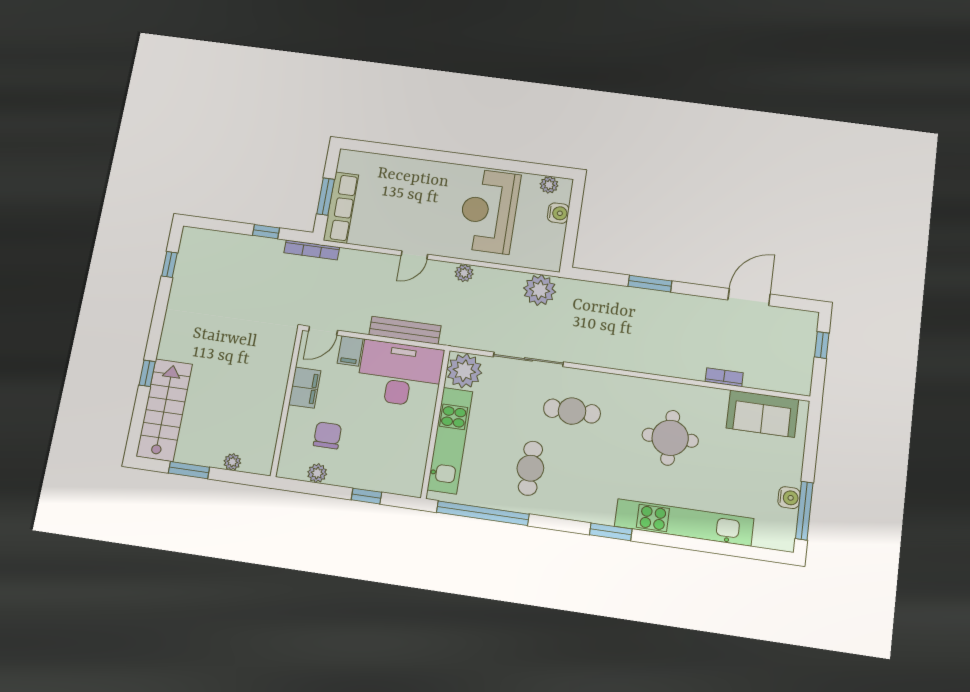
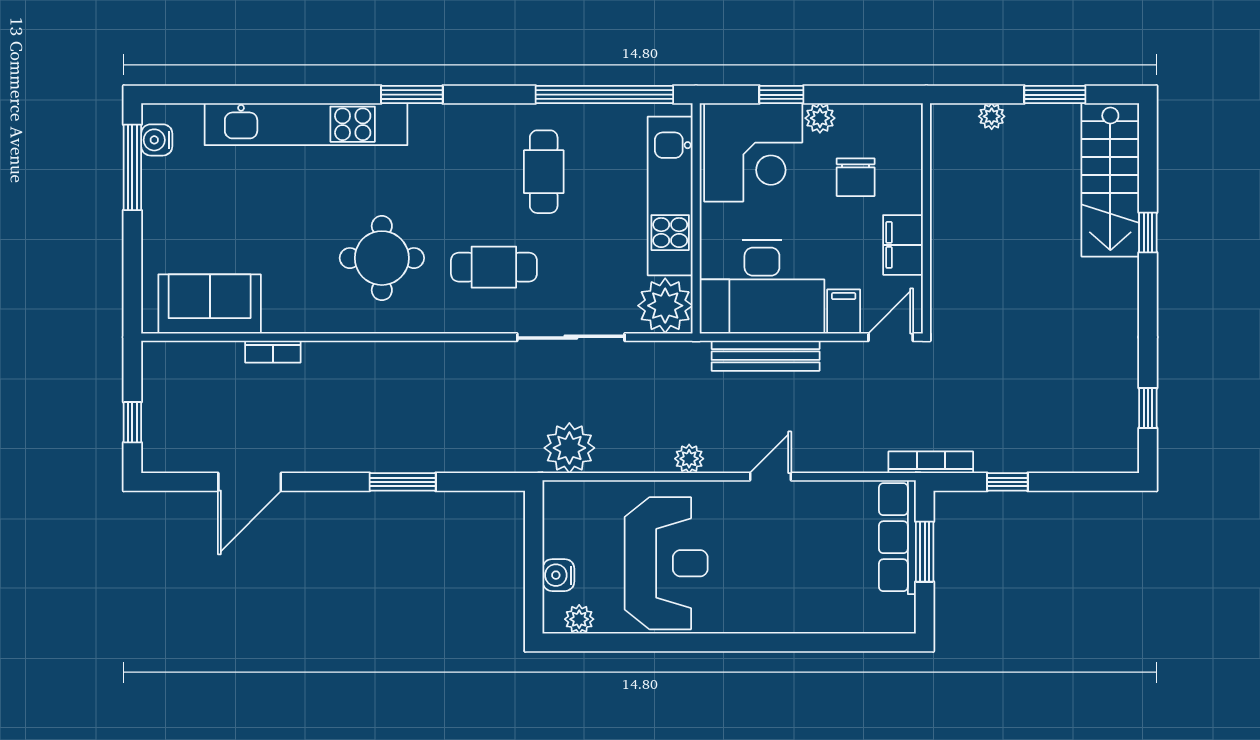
round table: (670, 438) -> (382, 258), moved
corner desk: (391, 461) -> (753, 152), added
plant: (317, 473) -> (820, 118), moved
water cooler: (789, 498) -> (157, 140), moved

